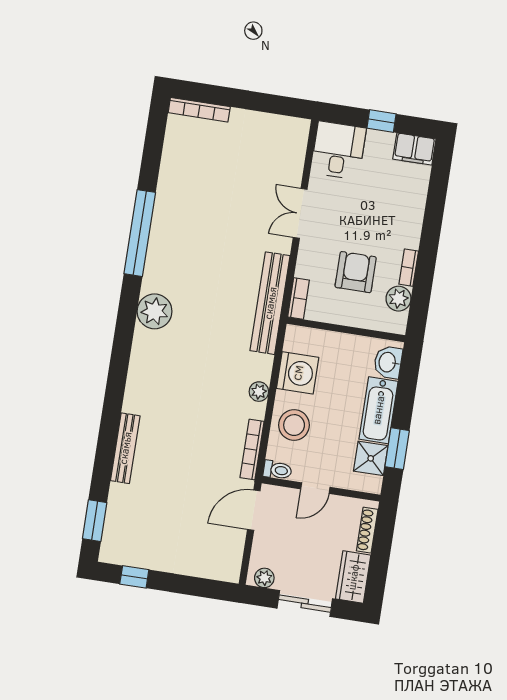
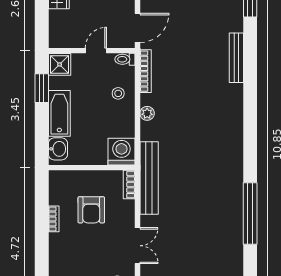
plant: (398, 299) -> (58, 196), removed
plant: (155, 311) -> (231, 159), removed
washing machine: (298, 373) -> (121, 152), moved, turned 90
stool: (294, 425) -> (118, 93), width x0.53, depth x0.53
shower: (371, 458) -> (60, 64), moved
shoe rack: (367, 530) -> (54, 26), removed

